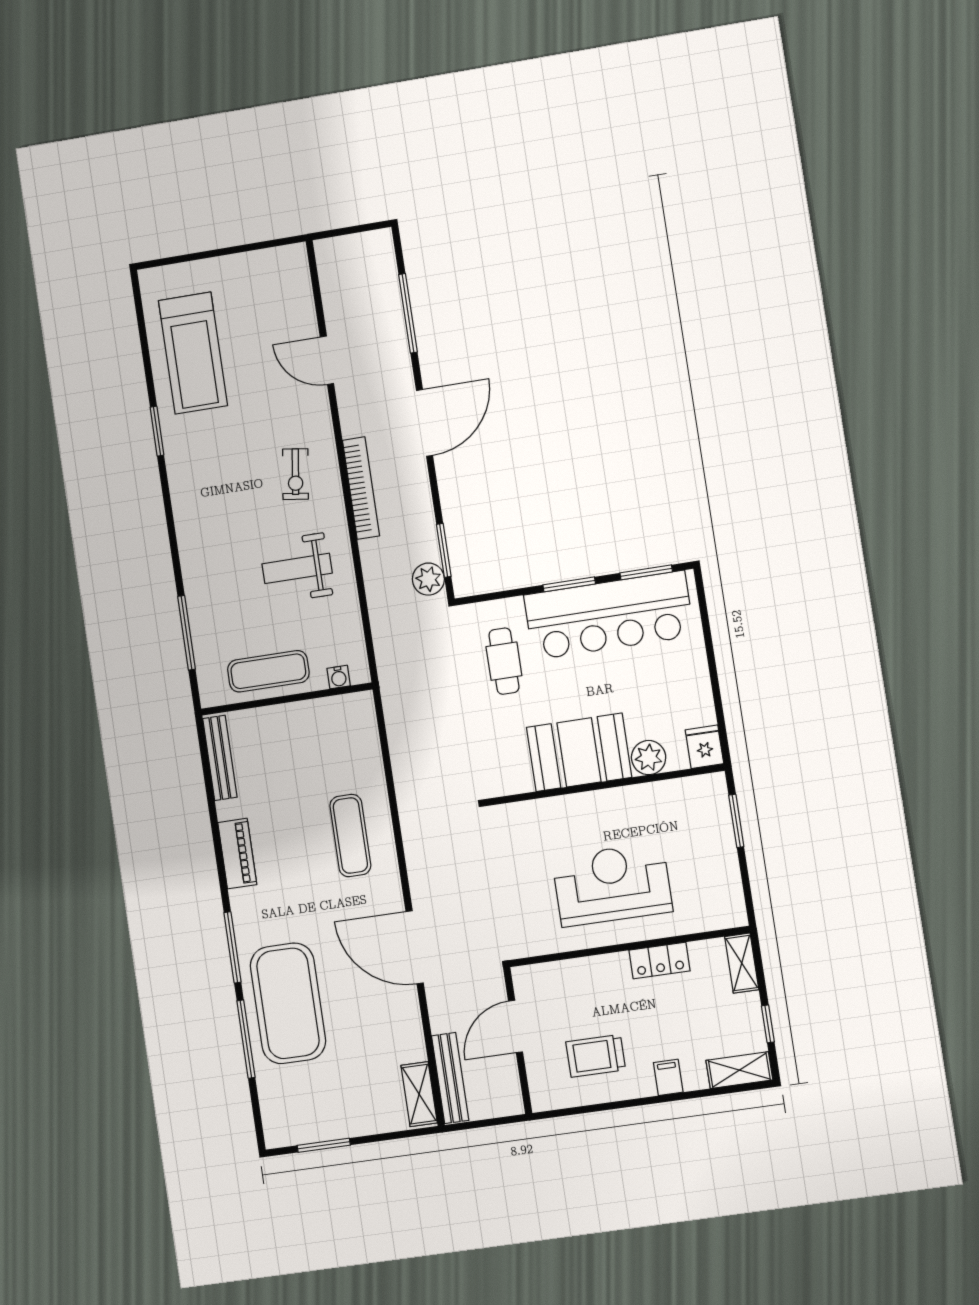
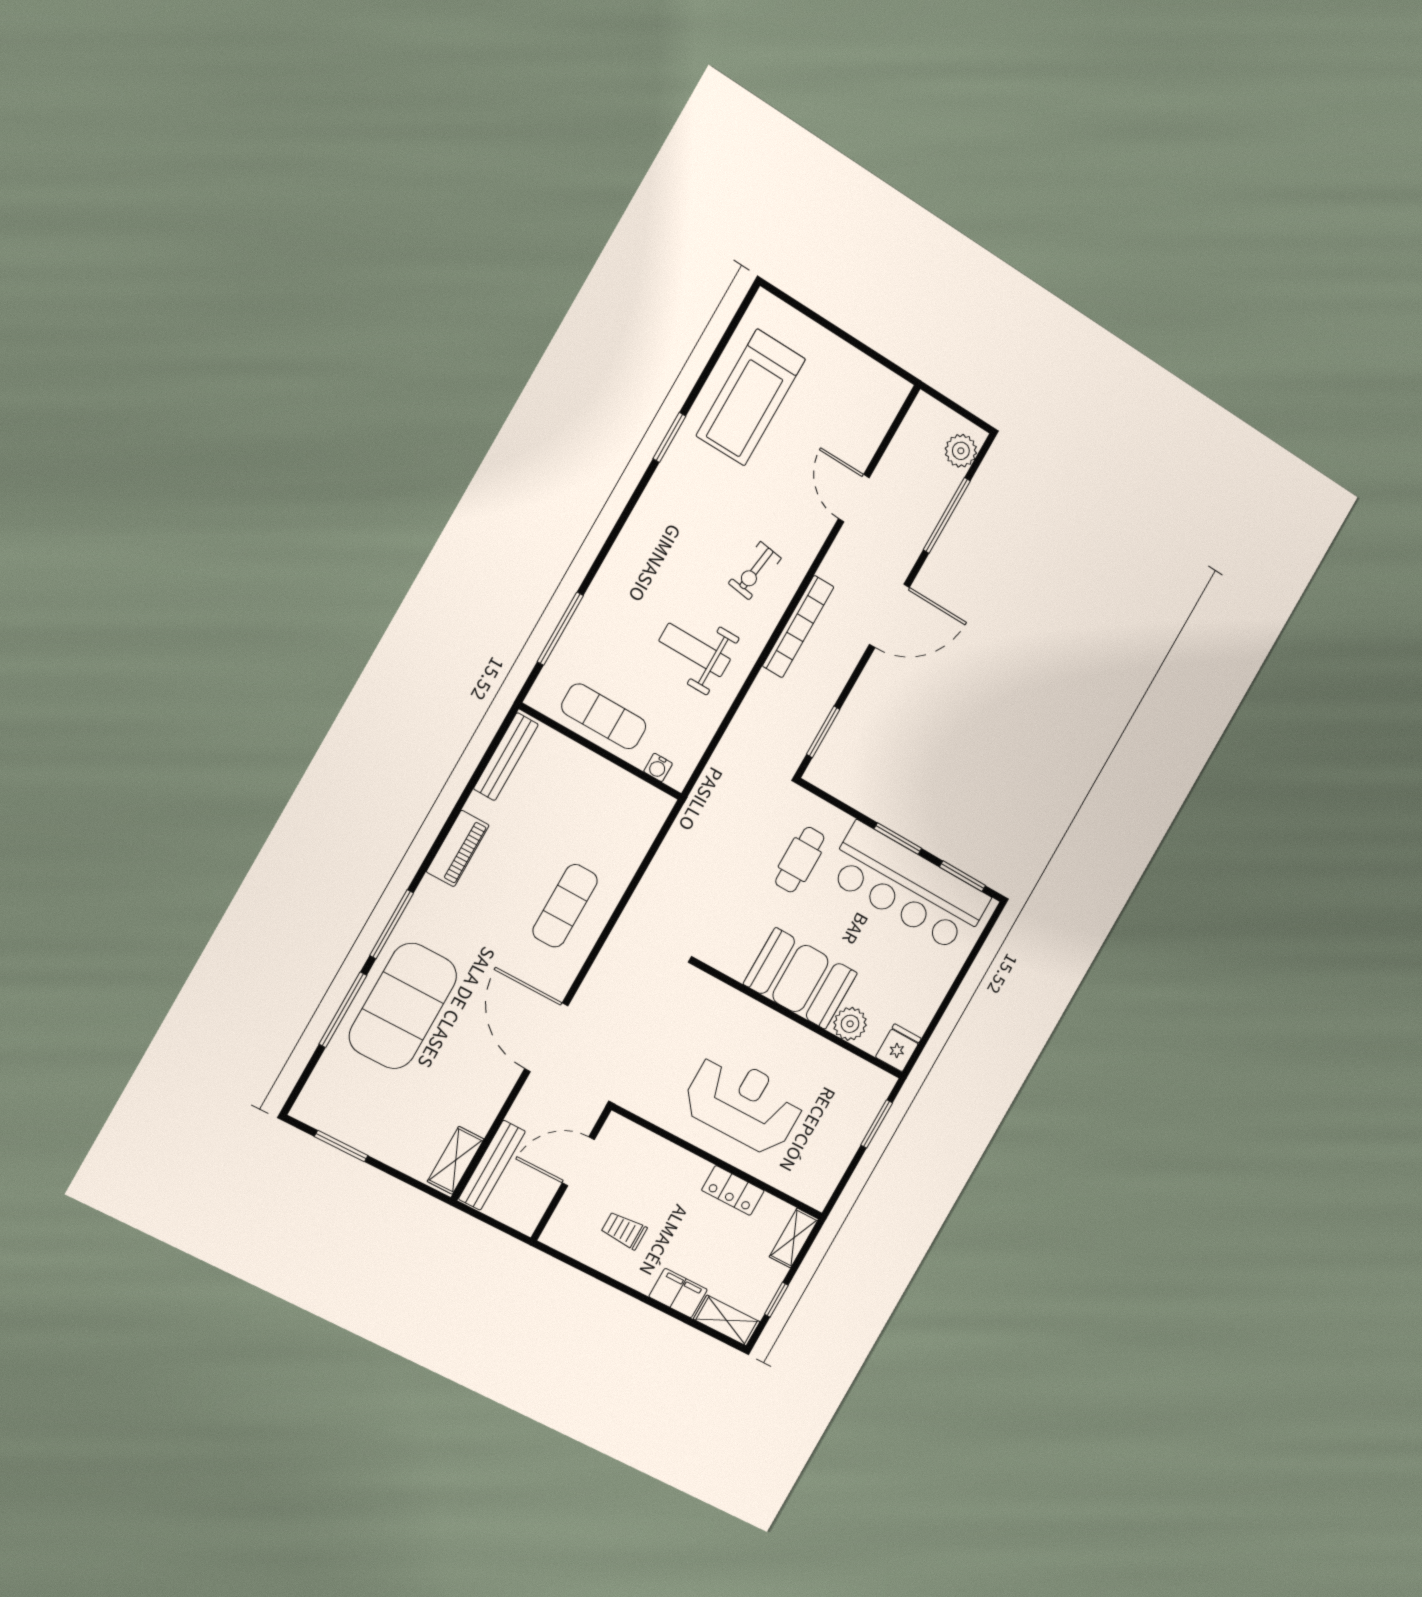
plant: (428, 579) -> (961, 451), moved
trolley: (596, 1056) -> (624, 1230), width x0.73, depth x0.72
filing cabinet: (668, 1077) -> (678, 1293), width x2.00

